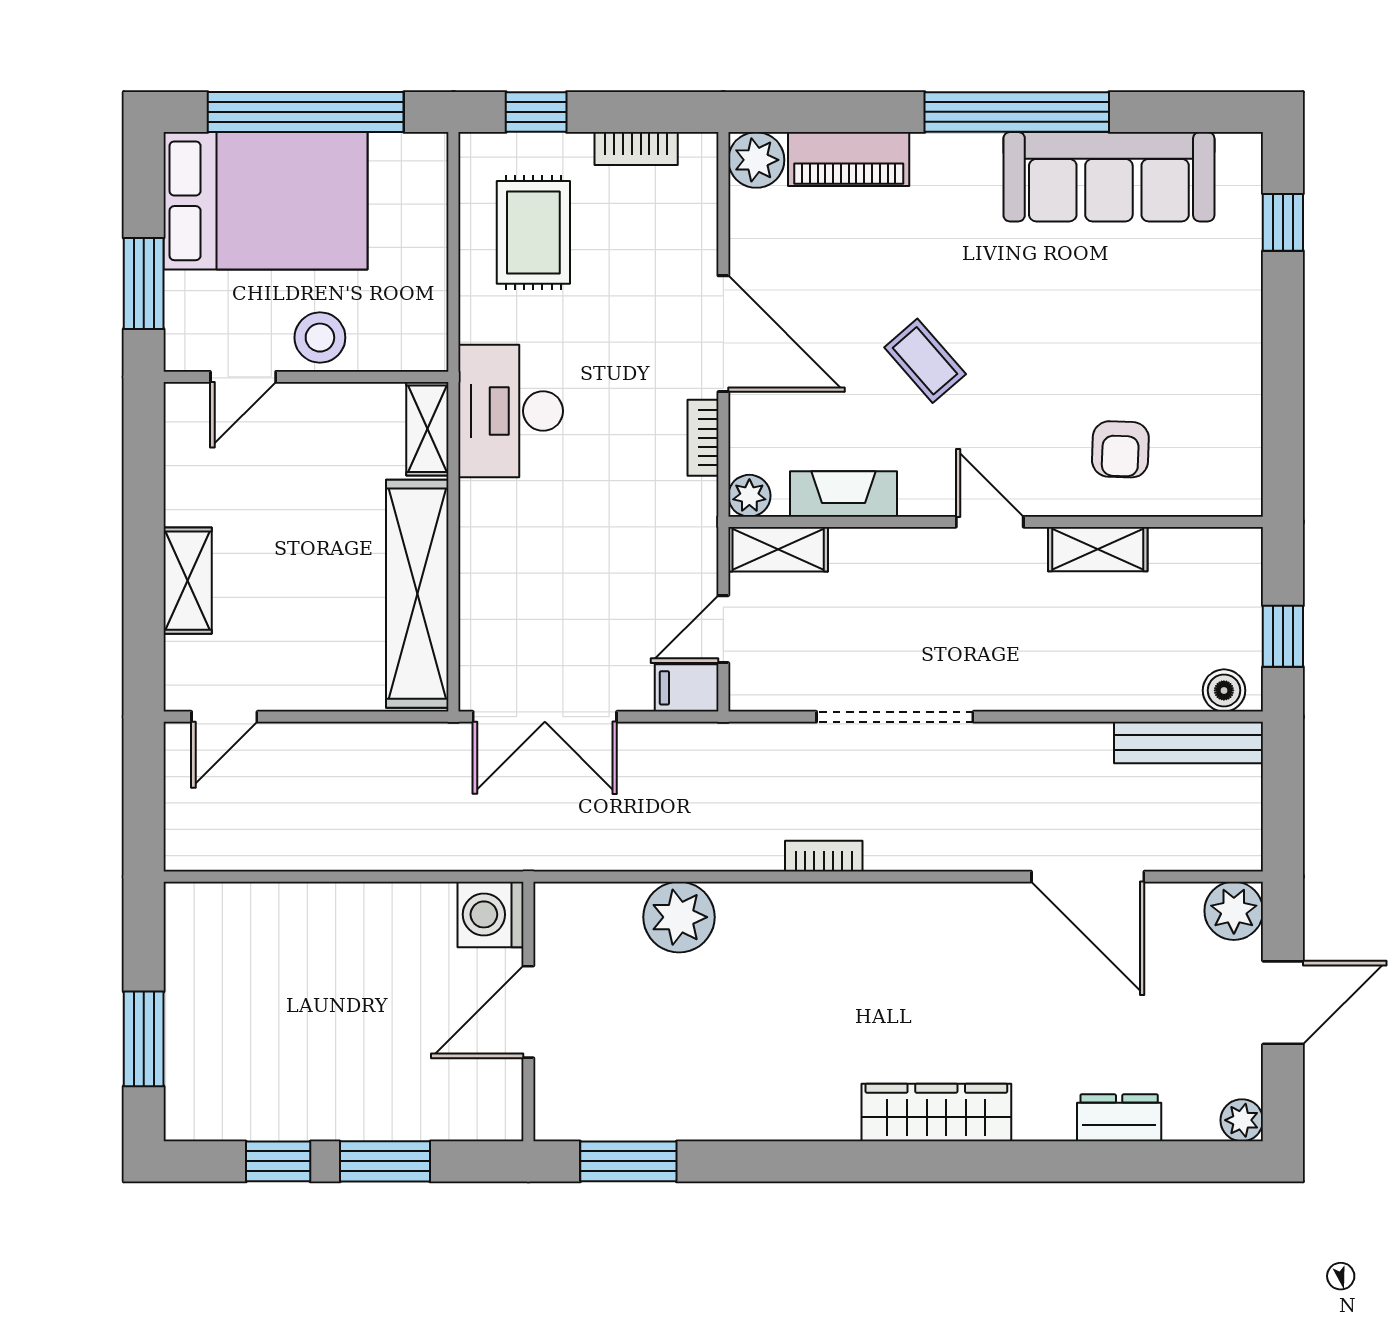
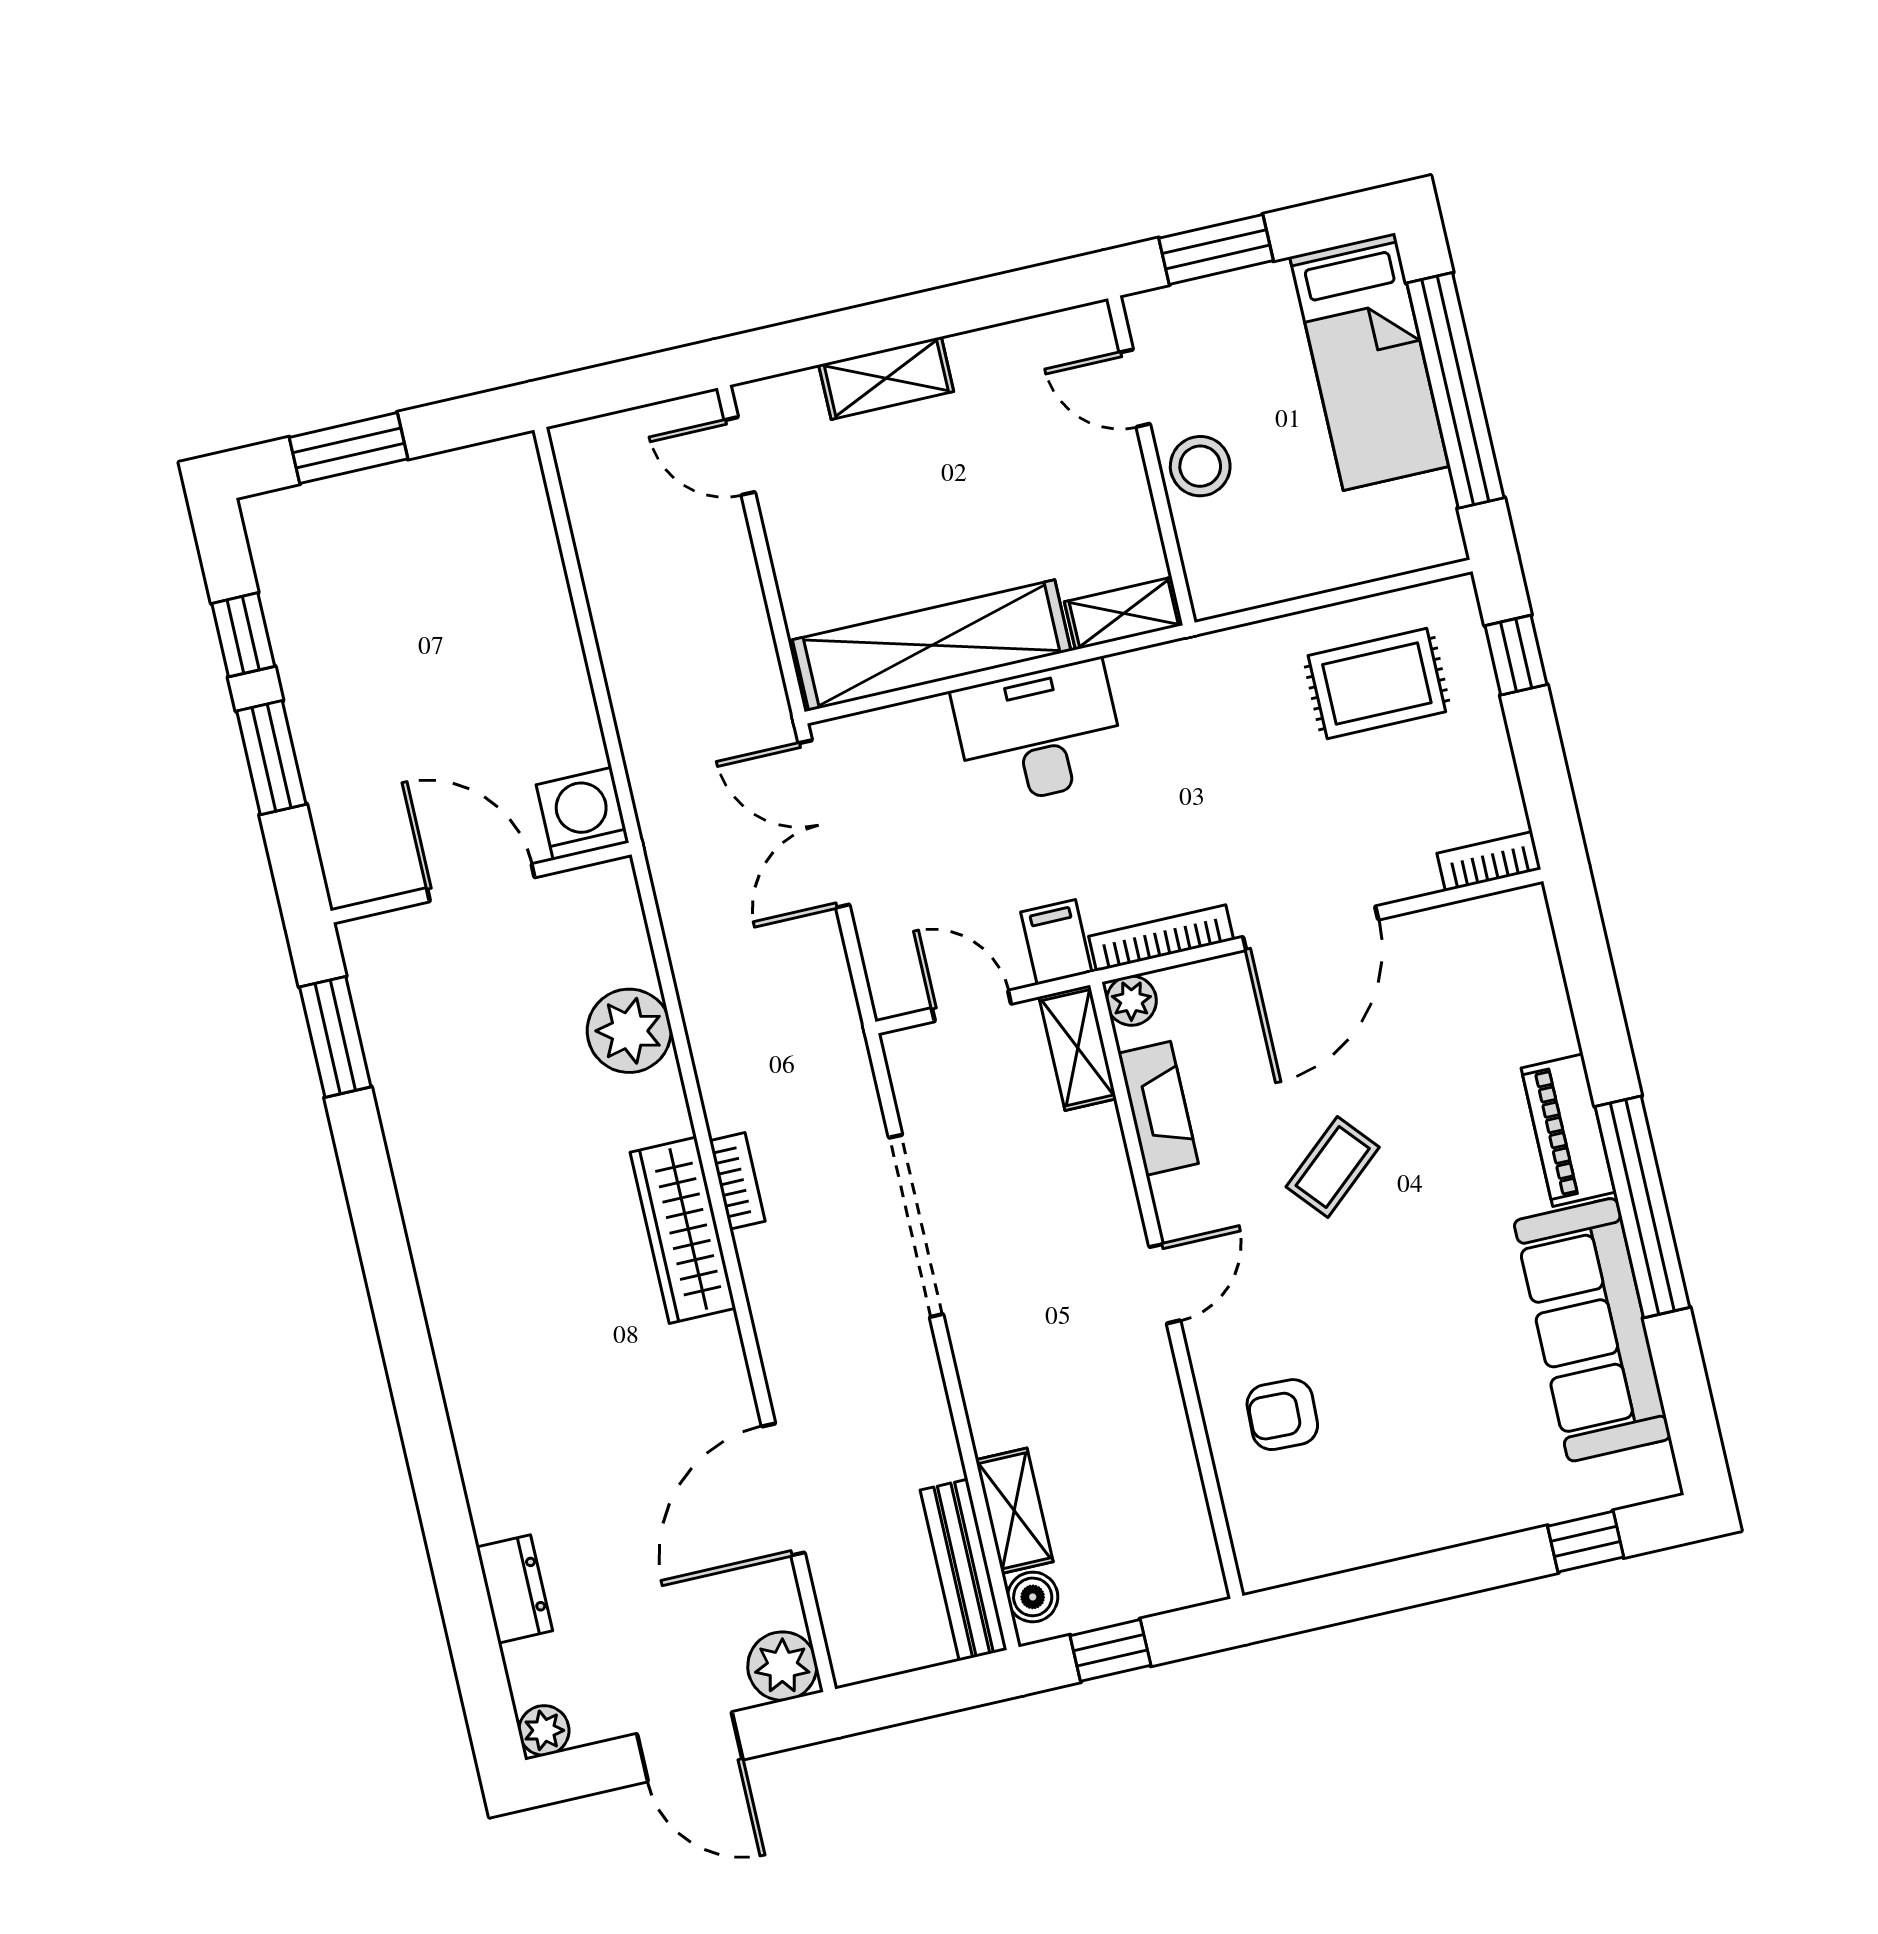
bookcase: (636, 149) -> (1489, 861), moved, turned 90
piano: (849, 159) -> (1568, 1130), moved
plant: (756, 160) -> (1519, 920), removed
bed: (266, 201) -> (1369, 362), width x0.67
desk: (511, 411) -> (1039, 733), moved
bookcase: (703, 438) -> (1161, 938), width x1.56
shelving: (1098, 549) -> (1014, 1511), moved
filing cabinet: (687, 688) -> (1056, 942), moved
wardrobe: (936, 1113) -> (683, 1230), moved, turned 180

